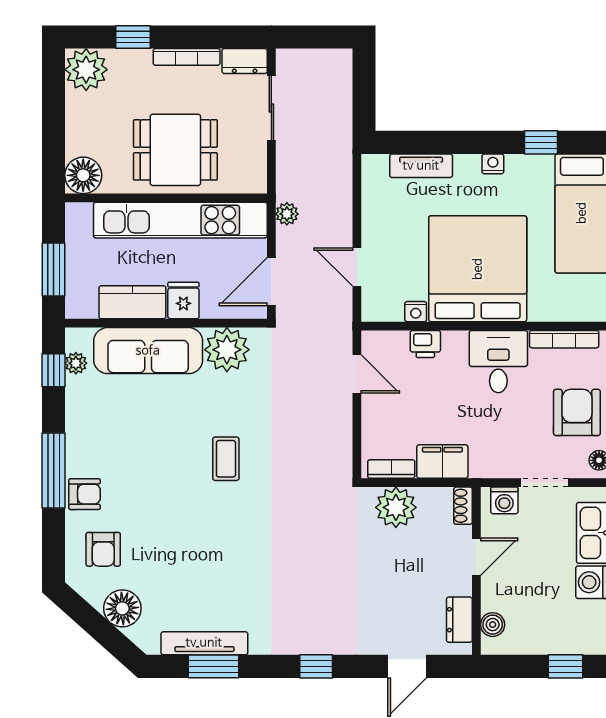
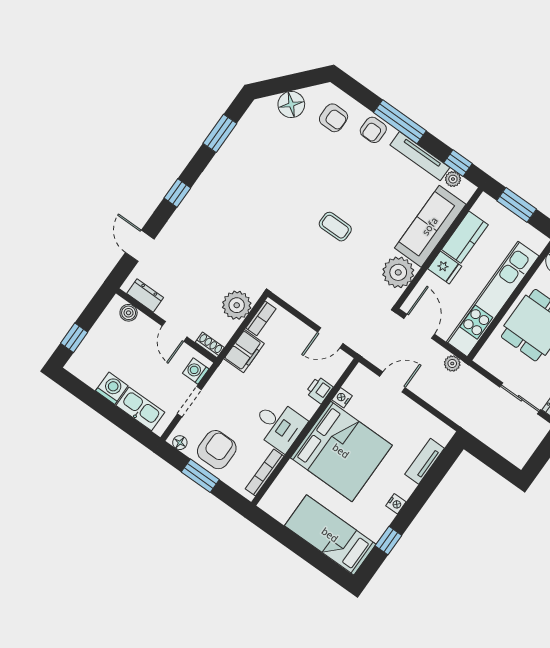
armchair: (577, 412) -> (217, 450), turned -90
armchair: (103, 549) -> (334, 118), turned 180
tv unit: (204, 643) -> (420, 156), moved, turned 90

